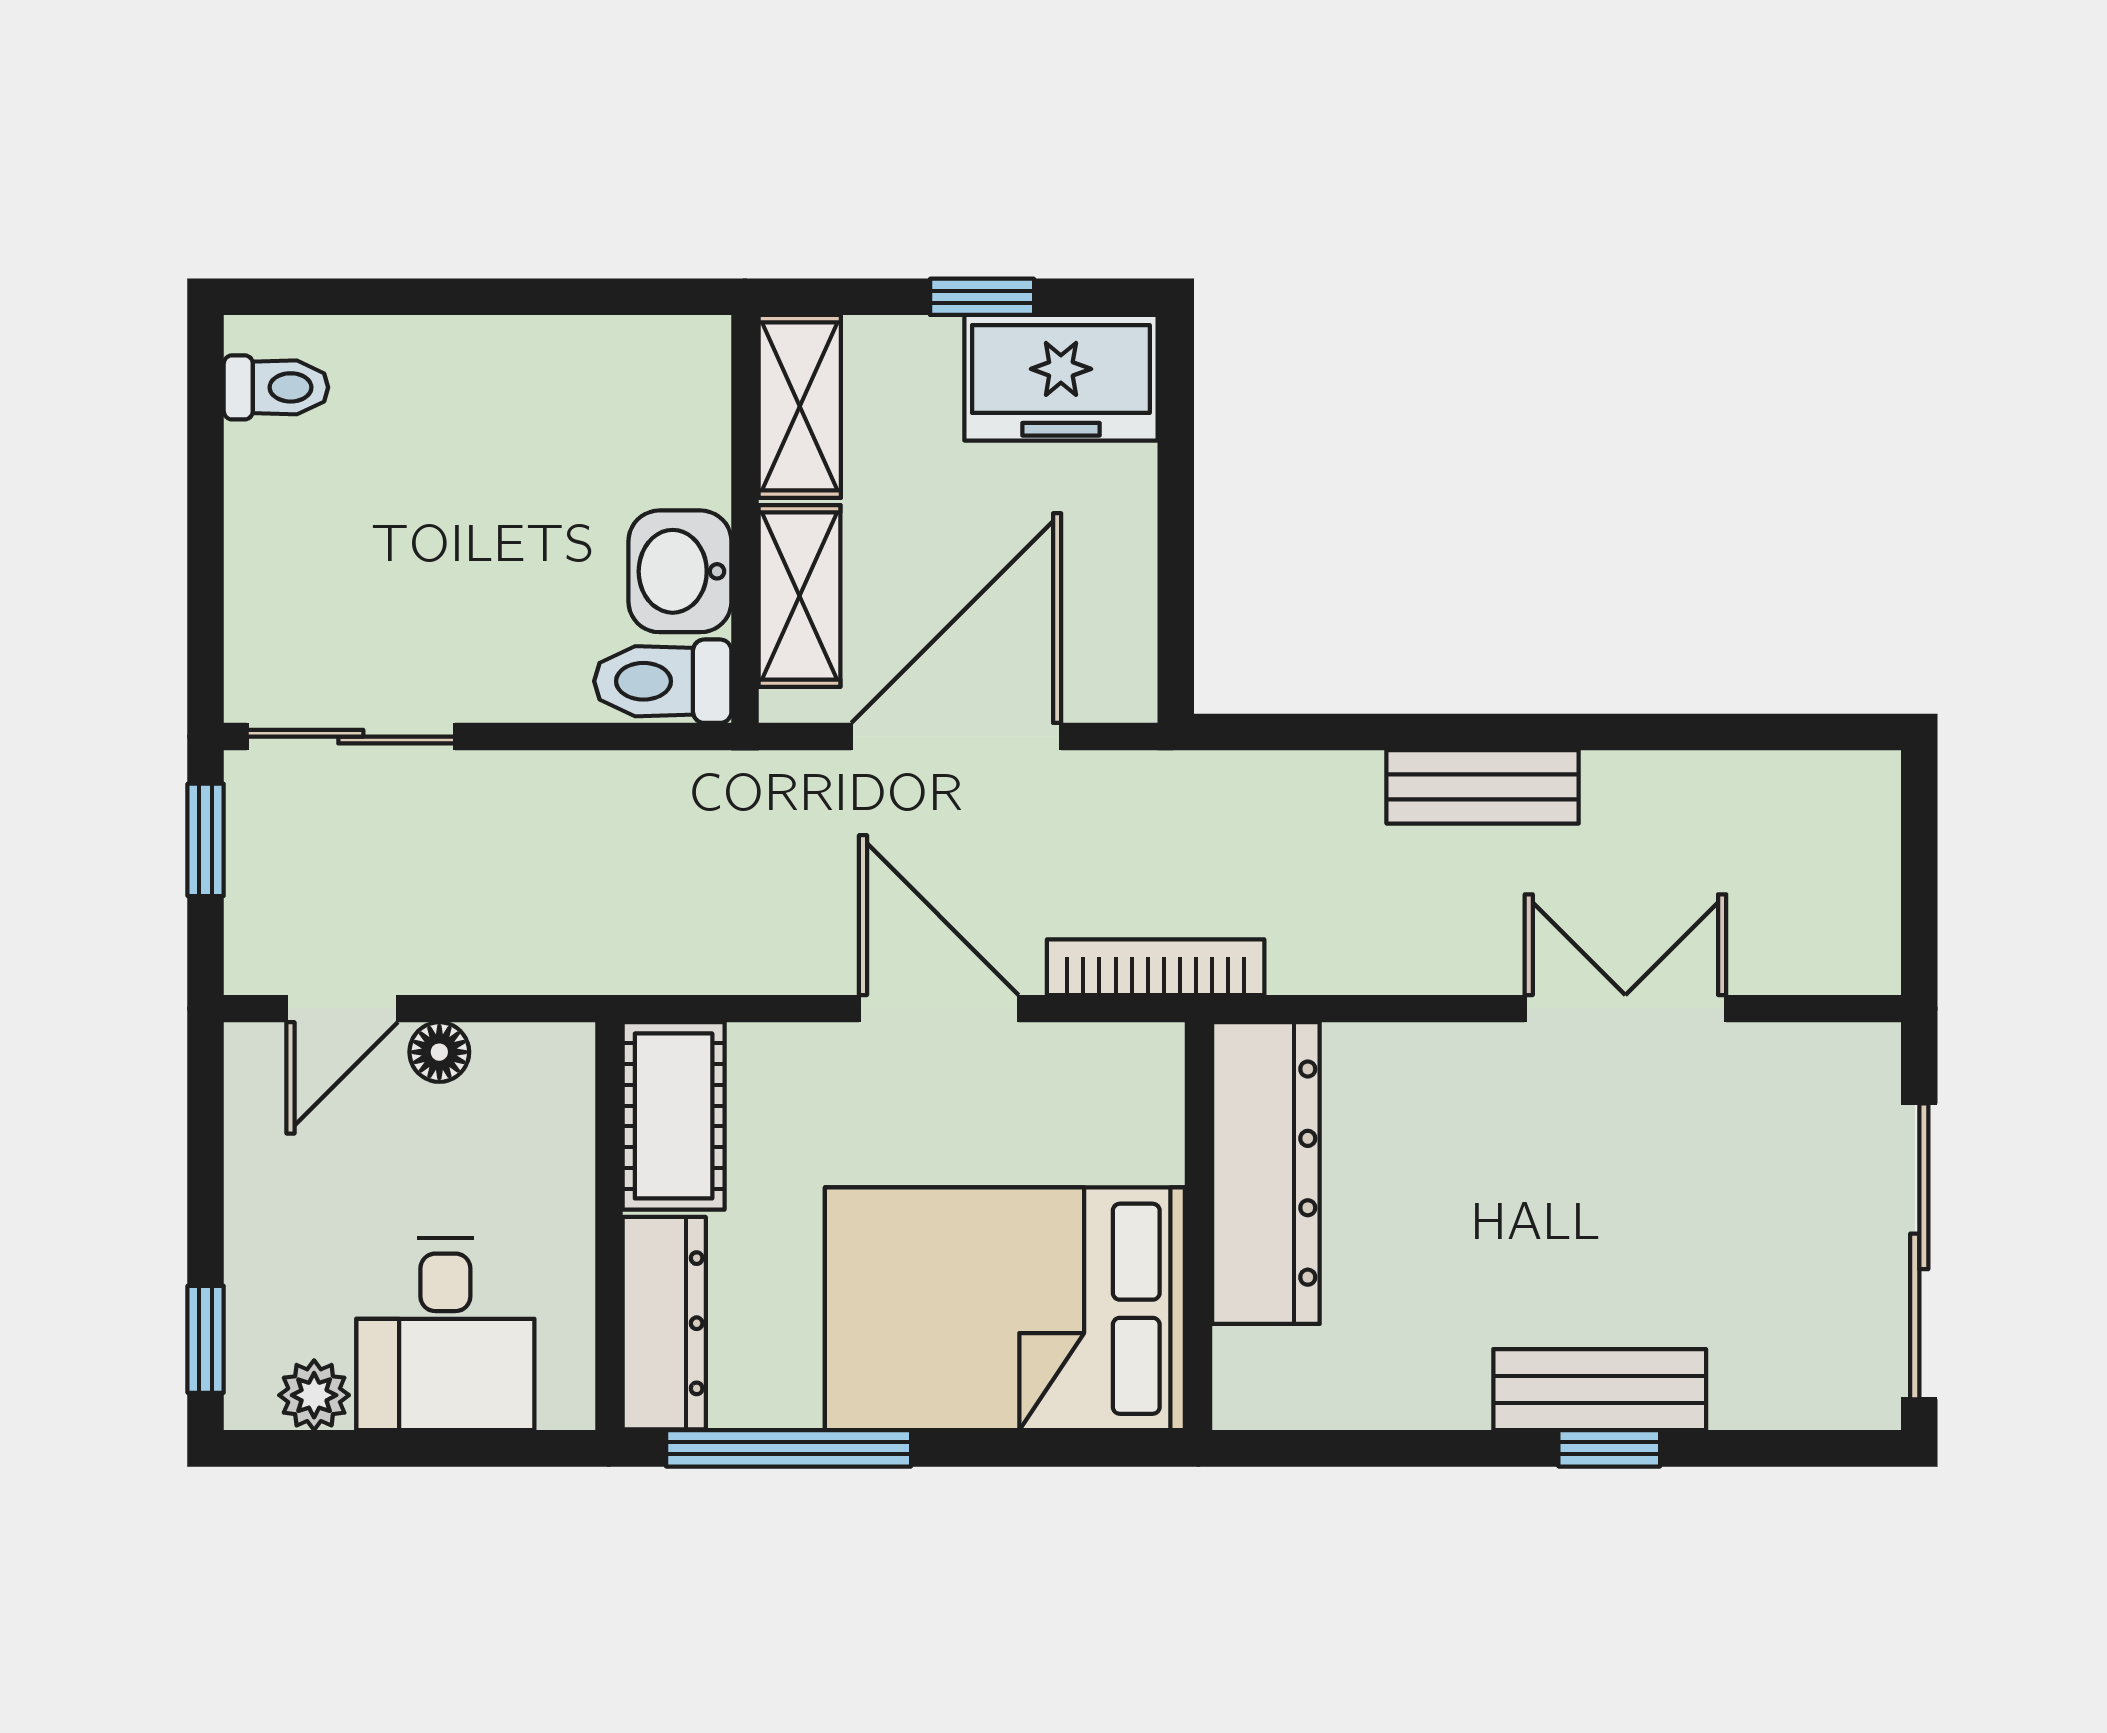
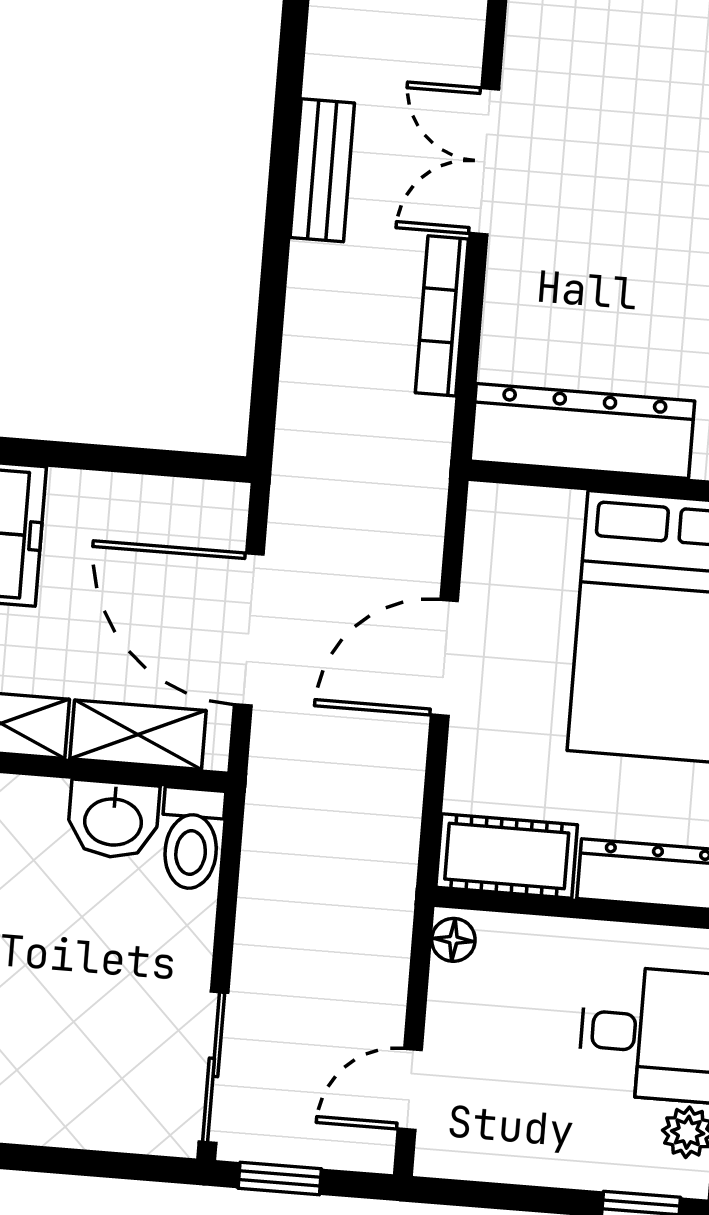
bench: (1483, 787) -> (322, 170), moved
bookcase: (1156, 967) -> (442, 316), moved
door: (342, 1009) -> (410, 1089), swing flipped
floor lamp: (439, 1052) -> (453, 940), moved

